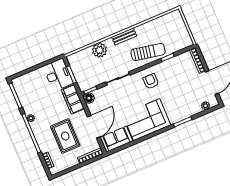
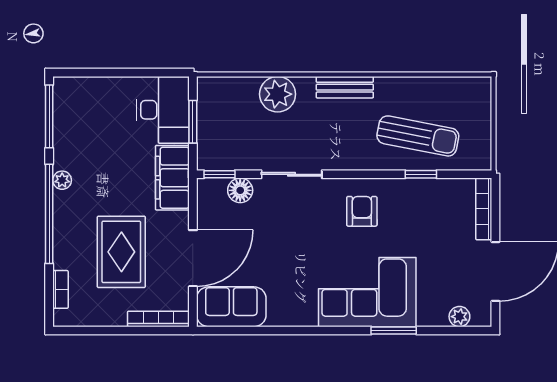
sun lounger: (148, 52) -> (418, 136), moved
floor lamp: (89, 98) -> (240, 190), moved
corner sofa: (147, 120) -> (367, 292), moved

